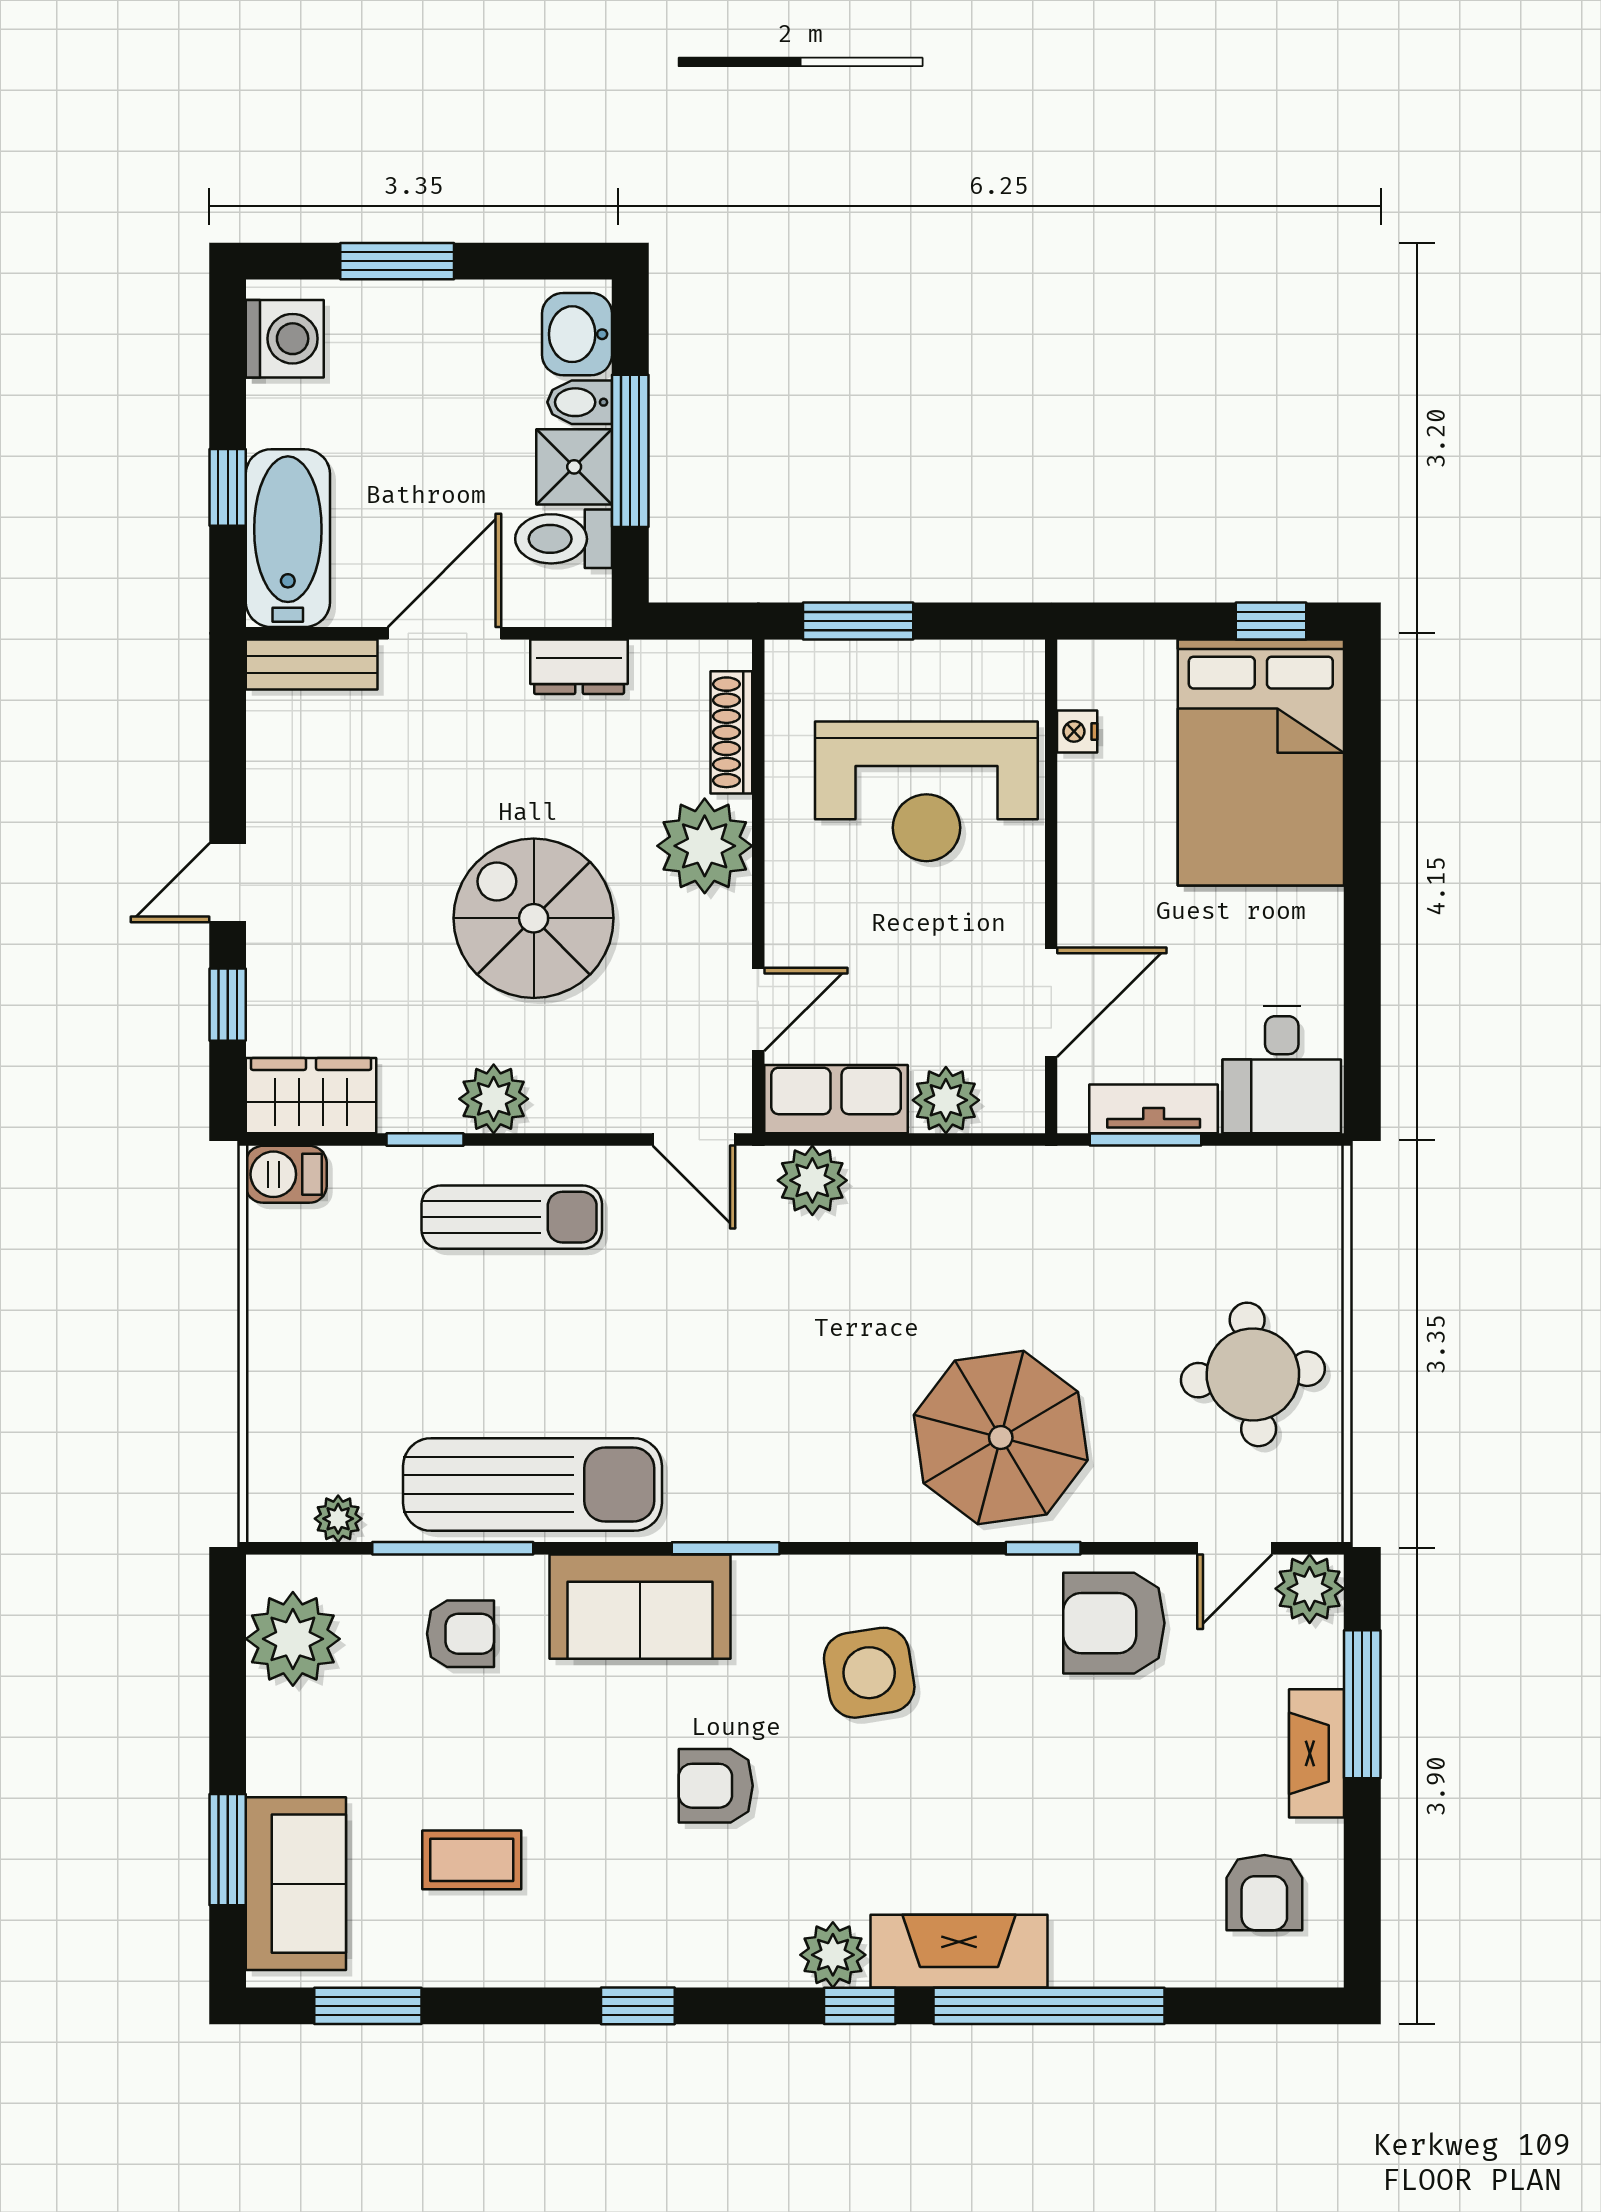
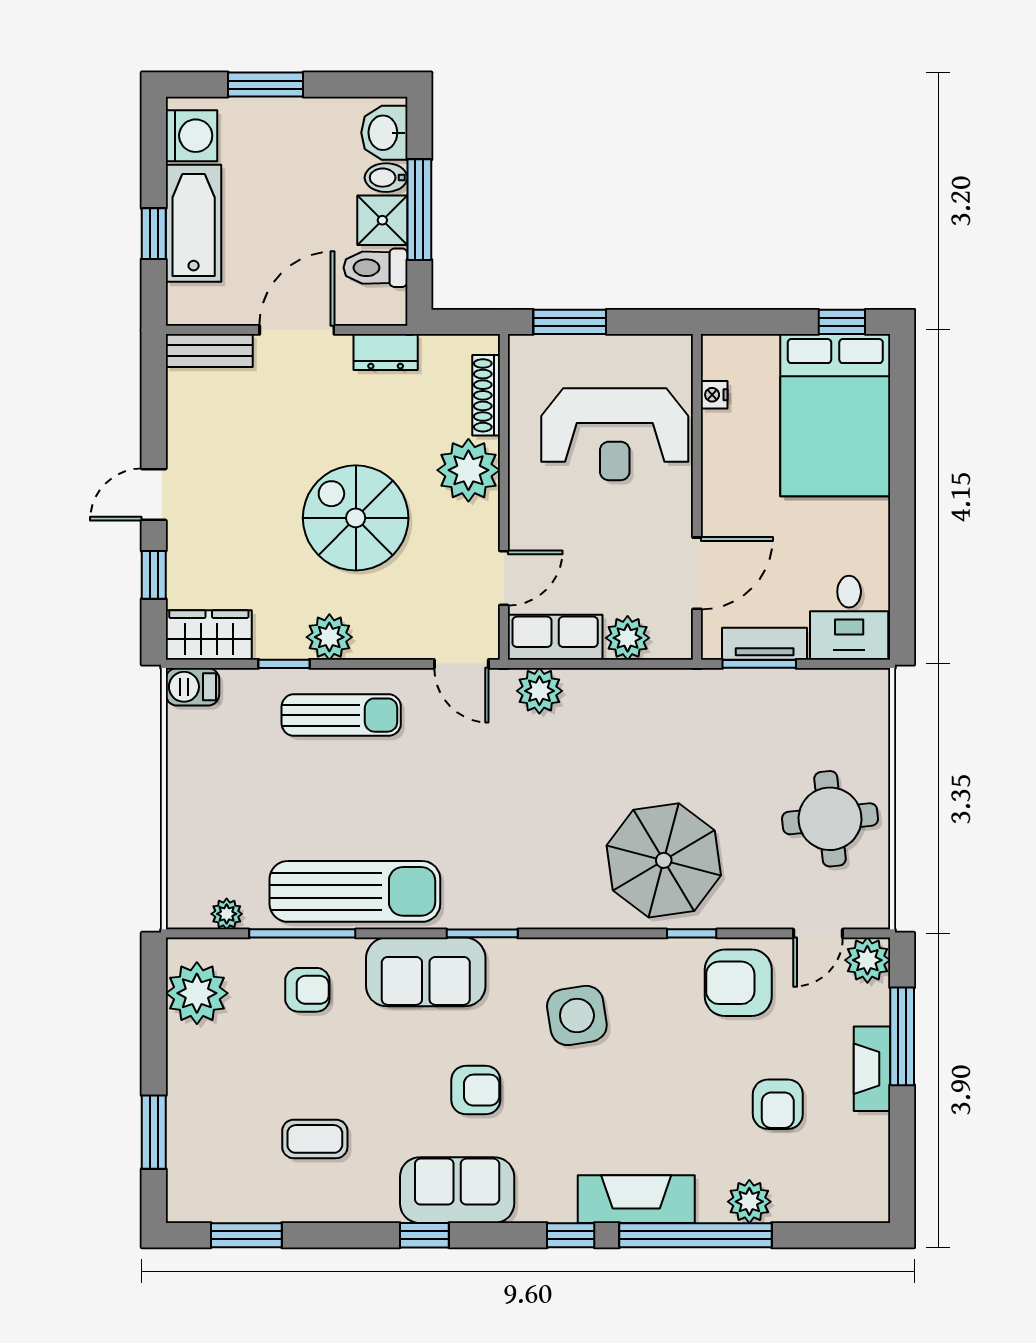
bathtub: (288, 538) -> (194, 223), moved
armchair: (716, 1786) -> (476, 1090), turned 180
sofa: (296, 1884) -> (457, 1190), moved, turned -90
armchair: (1264, 1893) -> (778, 1104), moved
plant: (833, 1955) -> (749, 1202), moved

